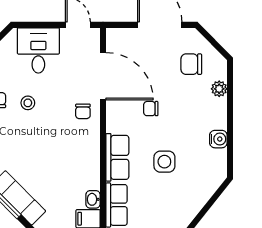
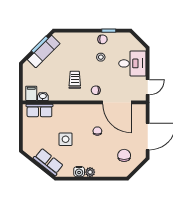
door: (103, 76) -> (117, 102), hinge flipped
plant: (219, 89) -> (90, 172), moved
trolley: (65, 146) -> (75, 80), added
row of seats: (117, 157) -> (48, 162), moved, turned -141

